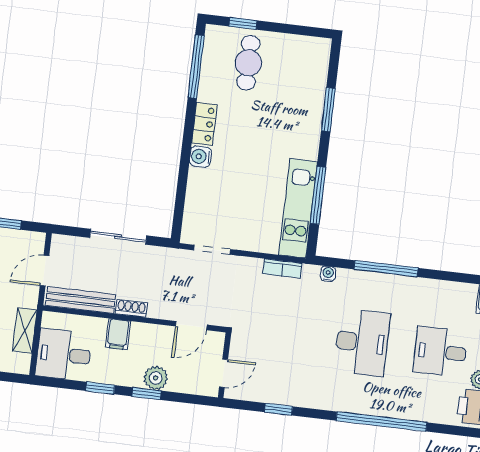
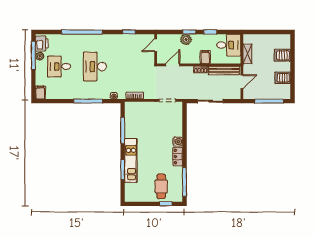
kitchen unit: (298, 208) -> (131, 160), moved
desk: (440, 352) -> (59, 67), turned 180

